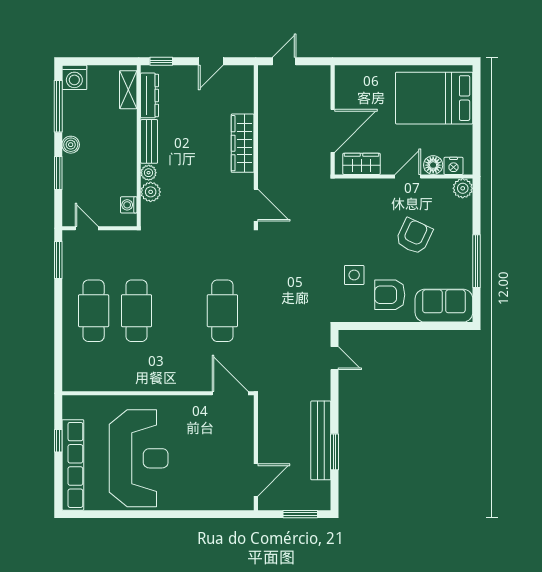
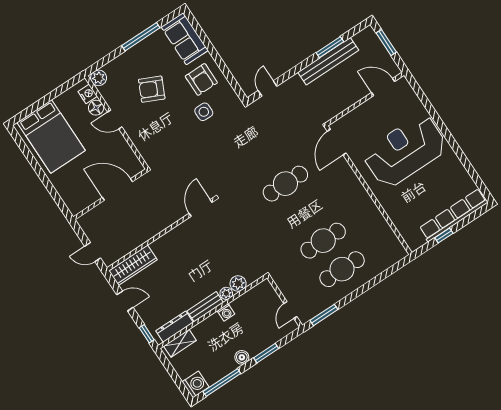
wardrobe: (243, 143) -> (133, 265), moved
wardrobe: (361, 164) -> (127, 156), removed
washing machine: (129, 205) -> (226, 312), moved
reception desk: (139, 458) -> (405, 151), moved

